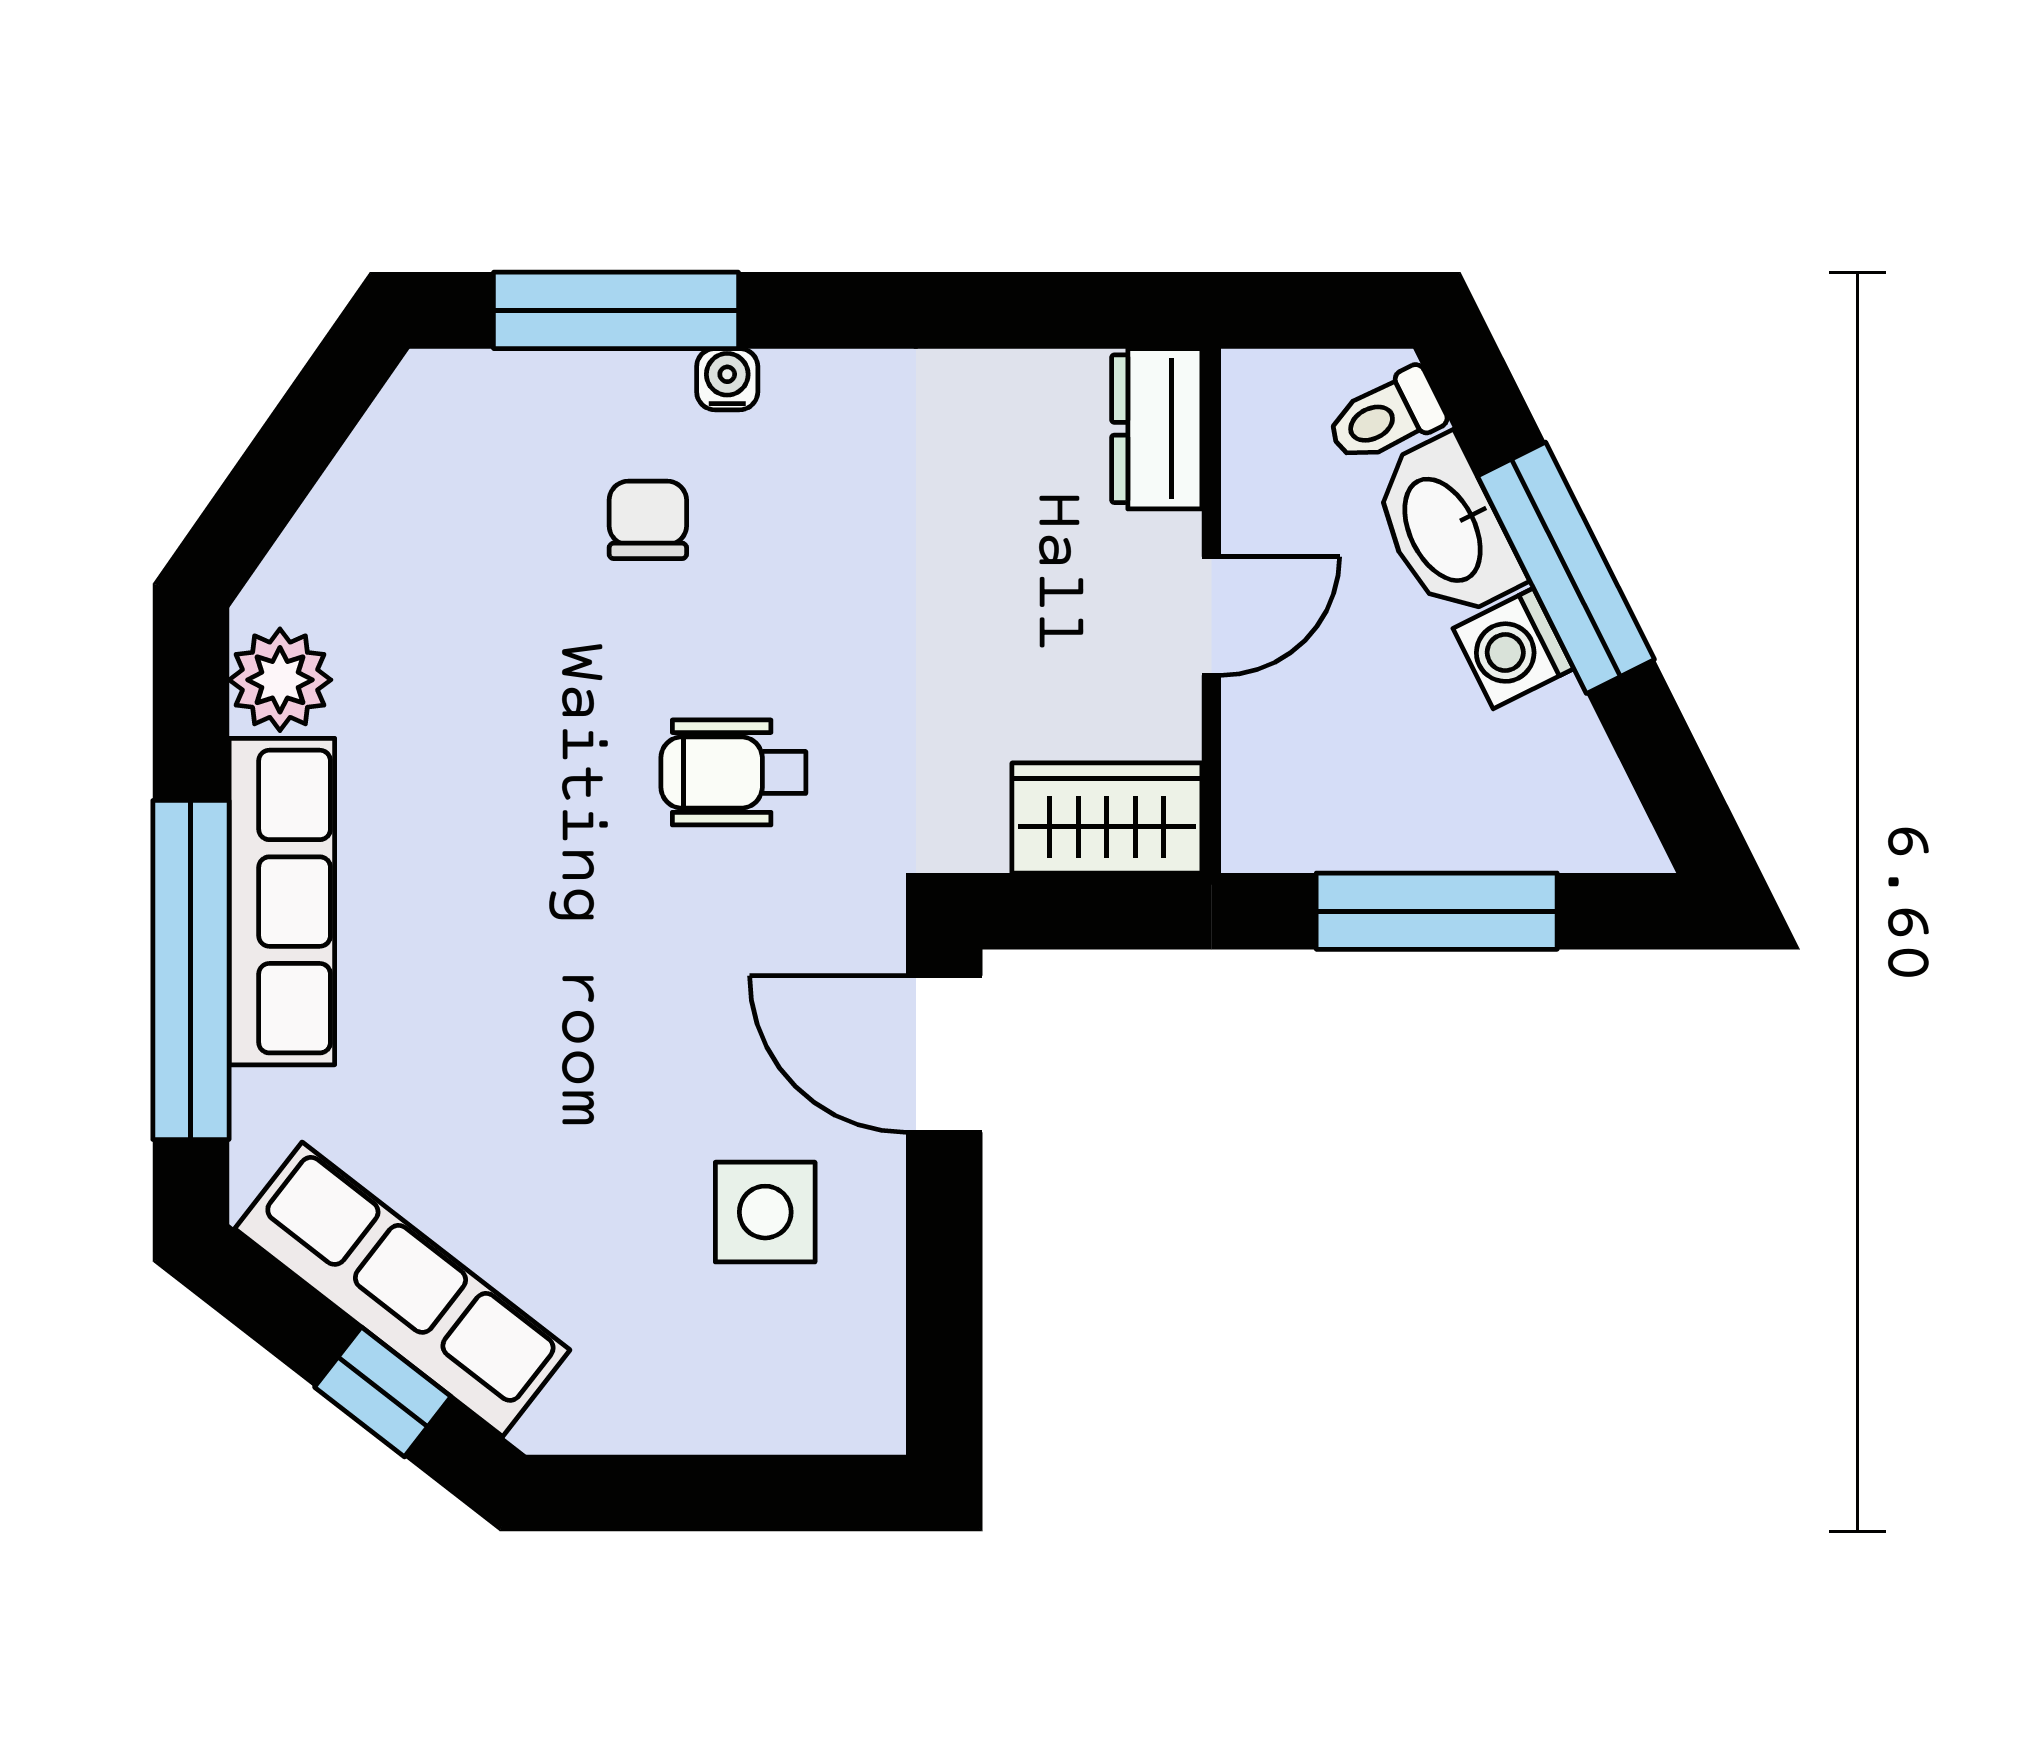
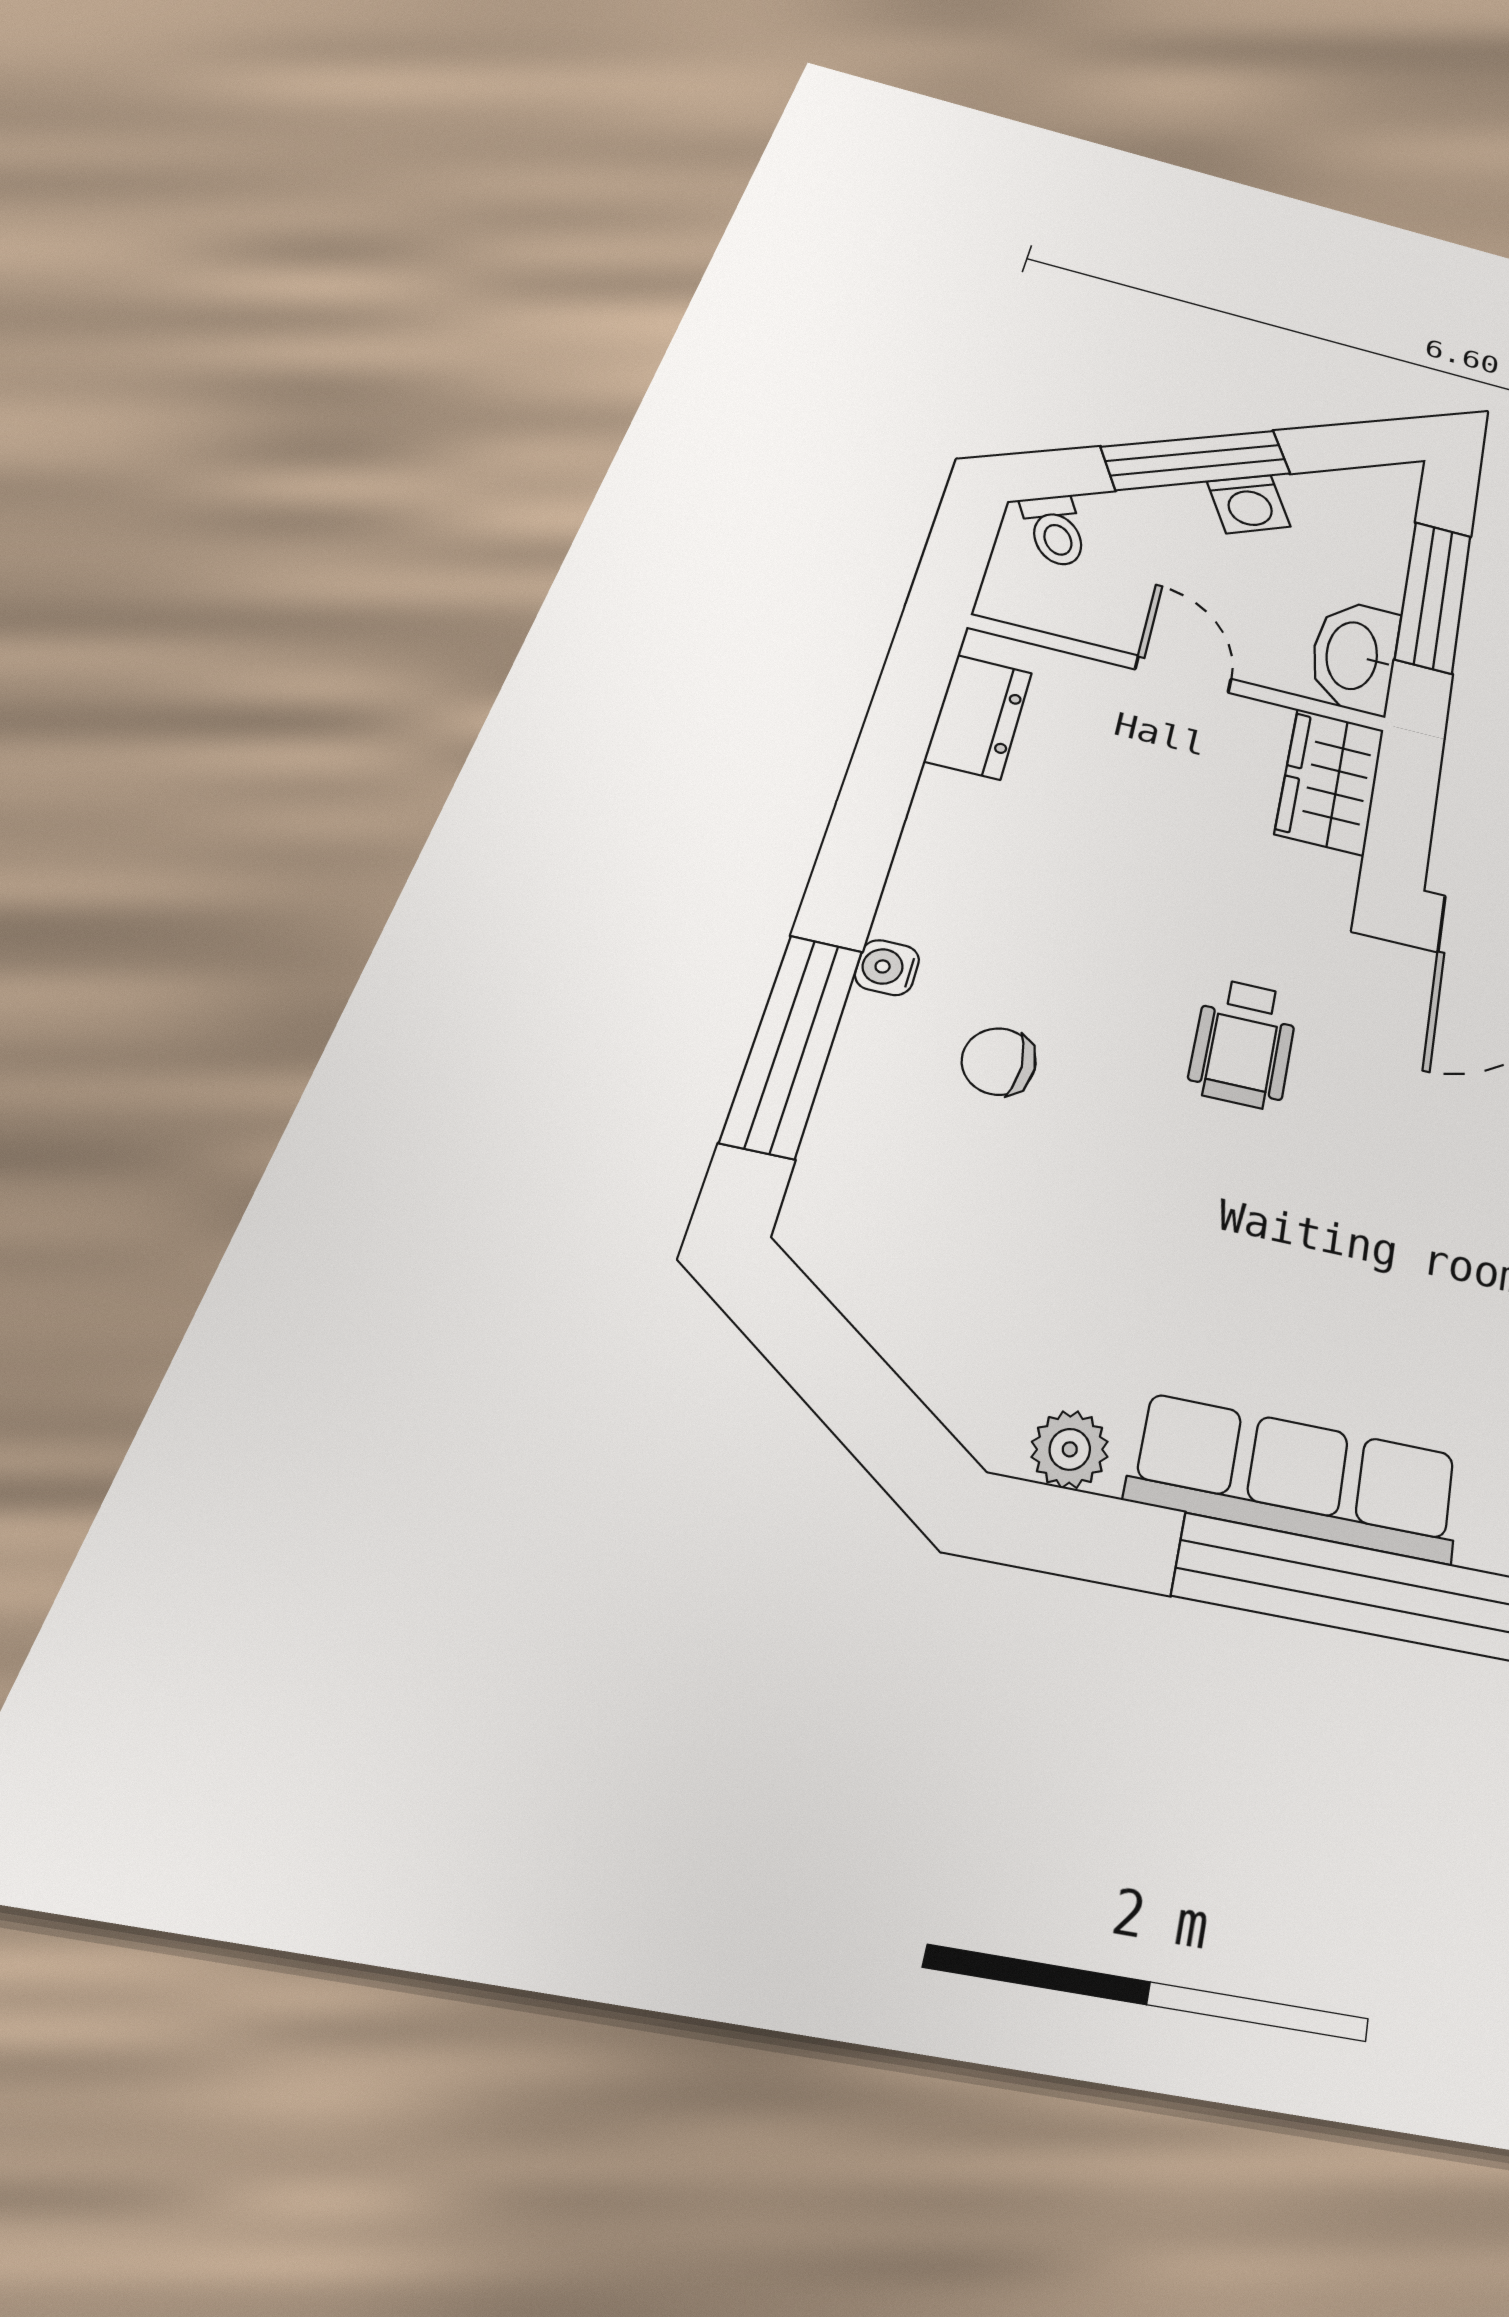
dresser: (1157, 429) -> (978, 716), moved, turned -90
washbasin: (1445, 528) -> (1354, 656), moved, turned 117
plant: (280, 680) -> (1070, 1449), width x0.73, depth x0.73

